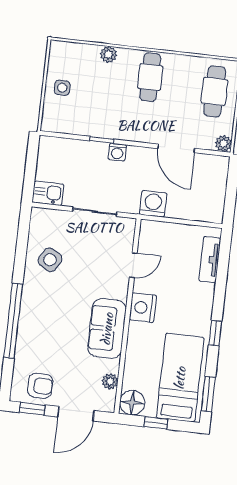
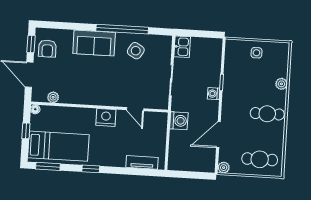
window: (13, 321) -> (122, 29), moved
sofa: (107, 329) -> (94, 43), moved, turned 180
floor lamp: (132, 403) -> (35, 109), width x0.53, depth x0.53

